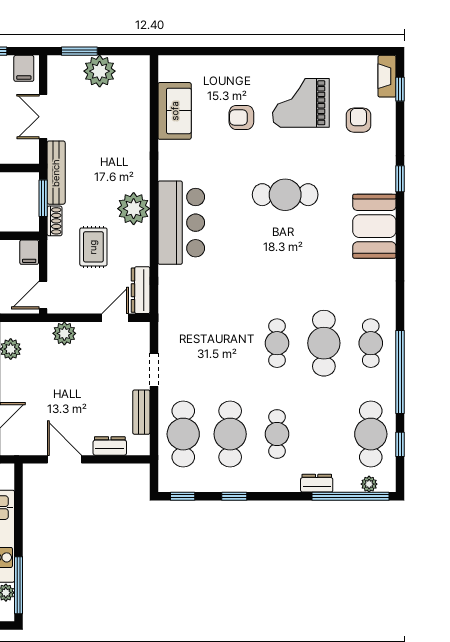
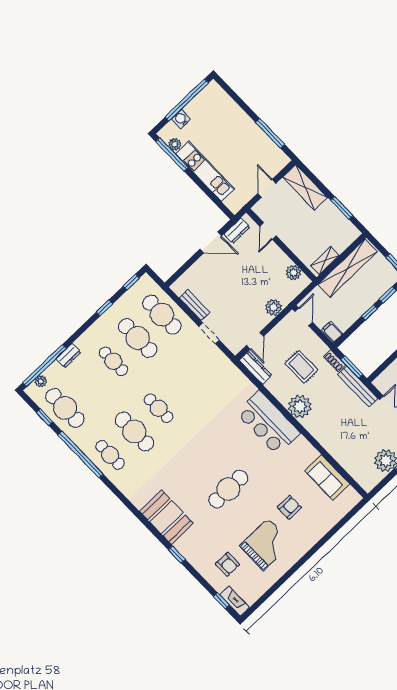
dresser: (110, 446) -> (237, 231), moved

